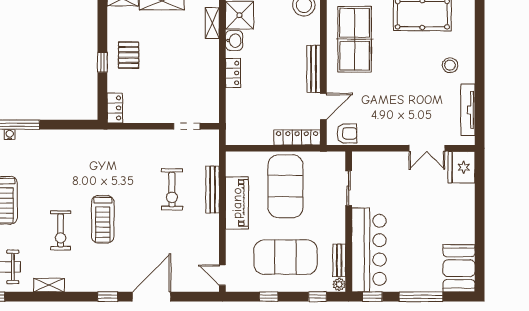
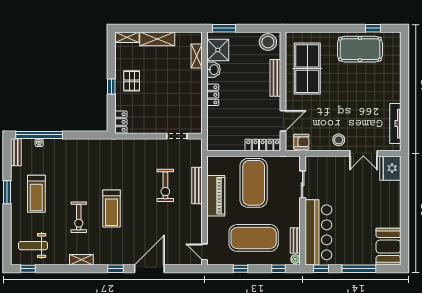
stool: (450, 65) -> (339, 140), moved
bench: (314, 69) -> (275, 78), moved
shelving: (49, 285) -> (81, 260), moved

